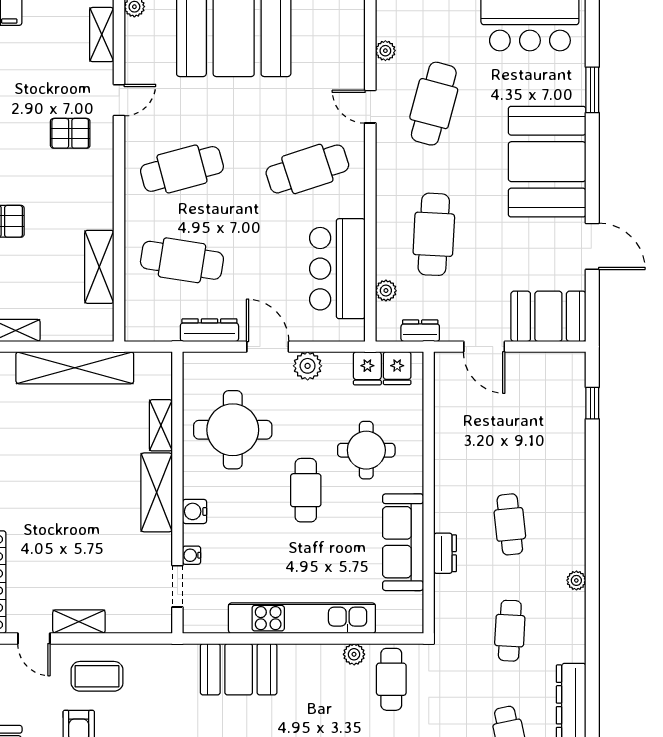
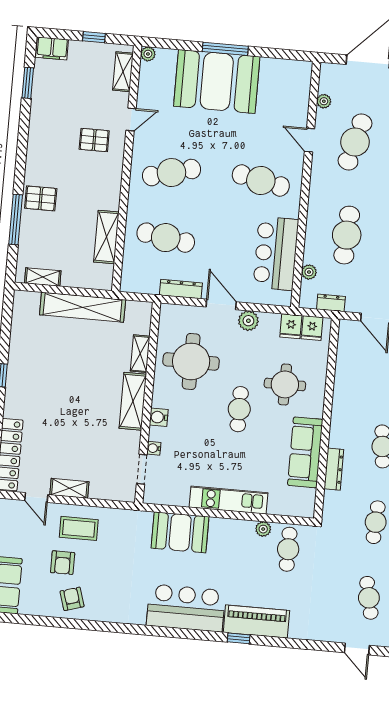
cafe table: (307, 169) -> (261, 180), turned 30
dresser: (445, 553) -> (334, 469), width x1.44
kitchen unit: (302, 618) -> (228, 500), width x0.73

